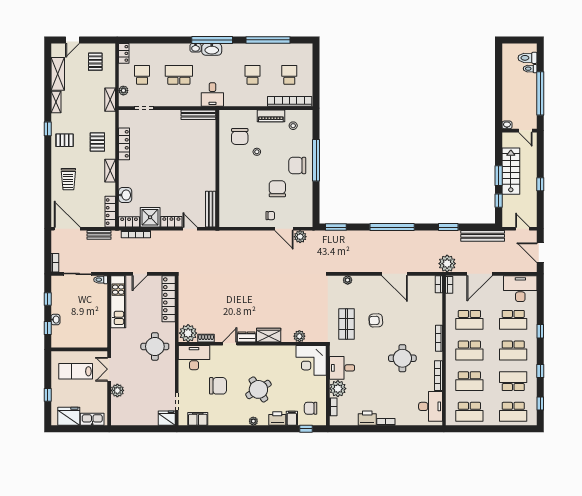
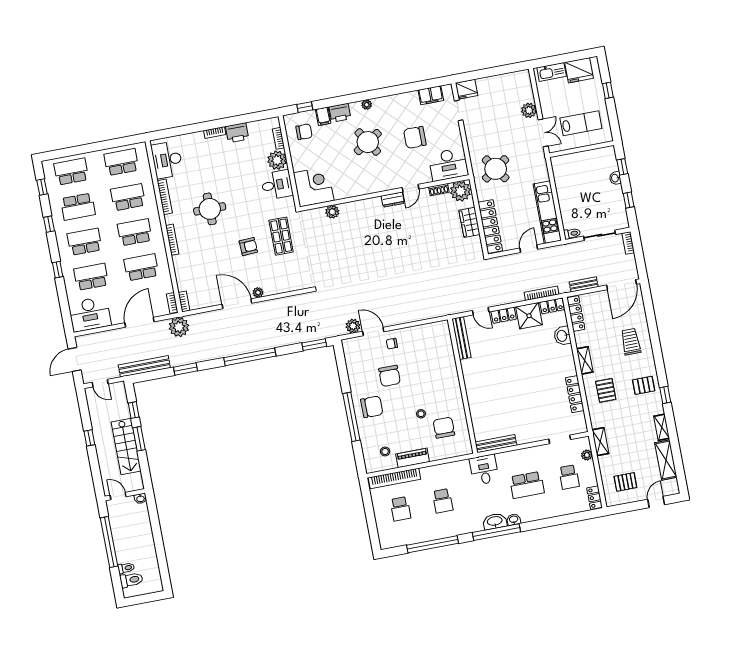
pallet: (95, 62) -> (625, 482), turned 90
door: (67, 229) -> (621, 285), hinge flipped
door: (540, 253) -> (75, 360), swing flipped
plant: (348, 280) -> (258, 292), moved
wardrobe: (269, 335) -> (469, 222), moved, turned 90
round table: (155, 346) -> (496, 169), turned -35

